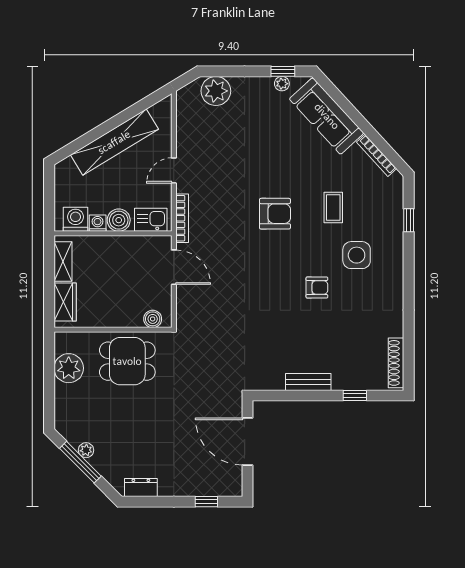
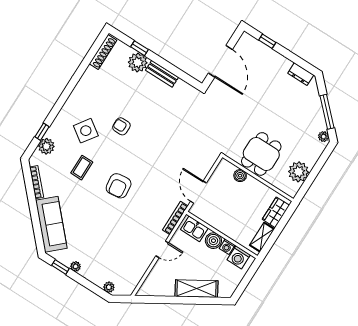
plant: (282, 84) -> (76, 266), moved
plant: (216, 91) -> (109, 287), width x0.53, depth x0.53
shelving: (114, 142) -> (196, 289), width x0.68
plant: (392, 206) -> (46, 146), added
armchair: (275, 214) -> (119, 186), turned -97
side table: (357, 255) -> (86, 131), turned 35
boiler: (153, 319) -> (240, 176), moved
dining table: (127, 361) -> (261, 154), turned 90
plant: (346, 377) -> (138, 62), added
plant: (86, 450) -> (324, 137), moved

